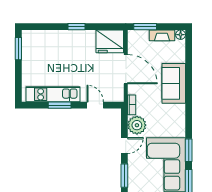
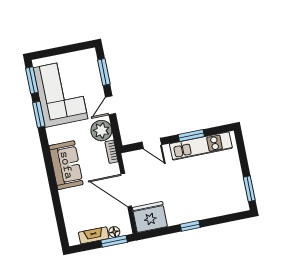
floor lamp: (181, 35) -> (114, 232), moved
sofa: (174, 83) -> (66, 165), moved

